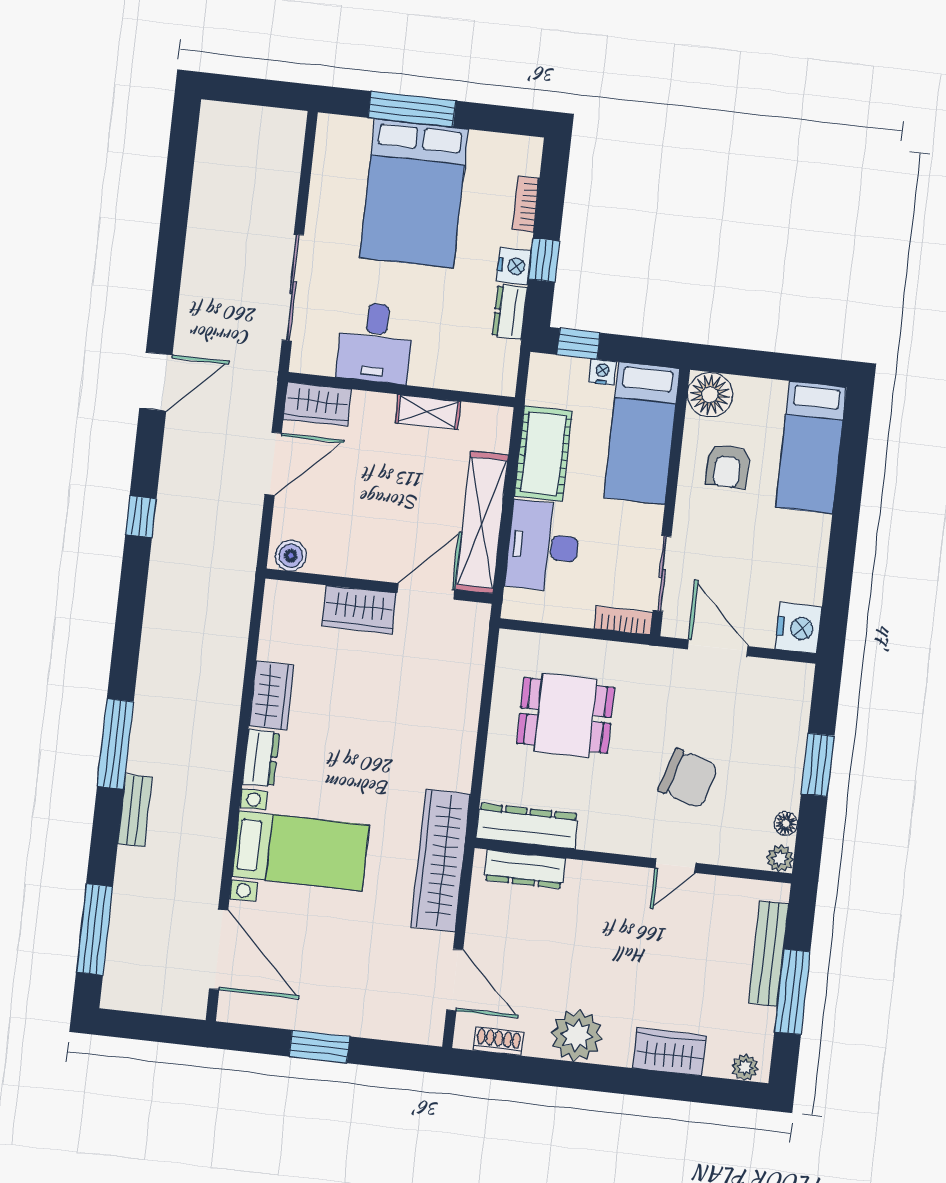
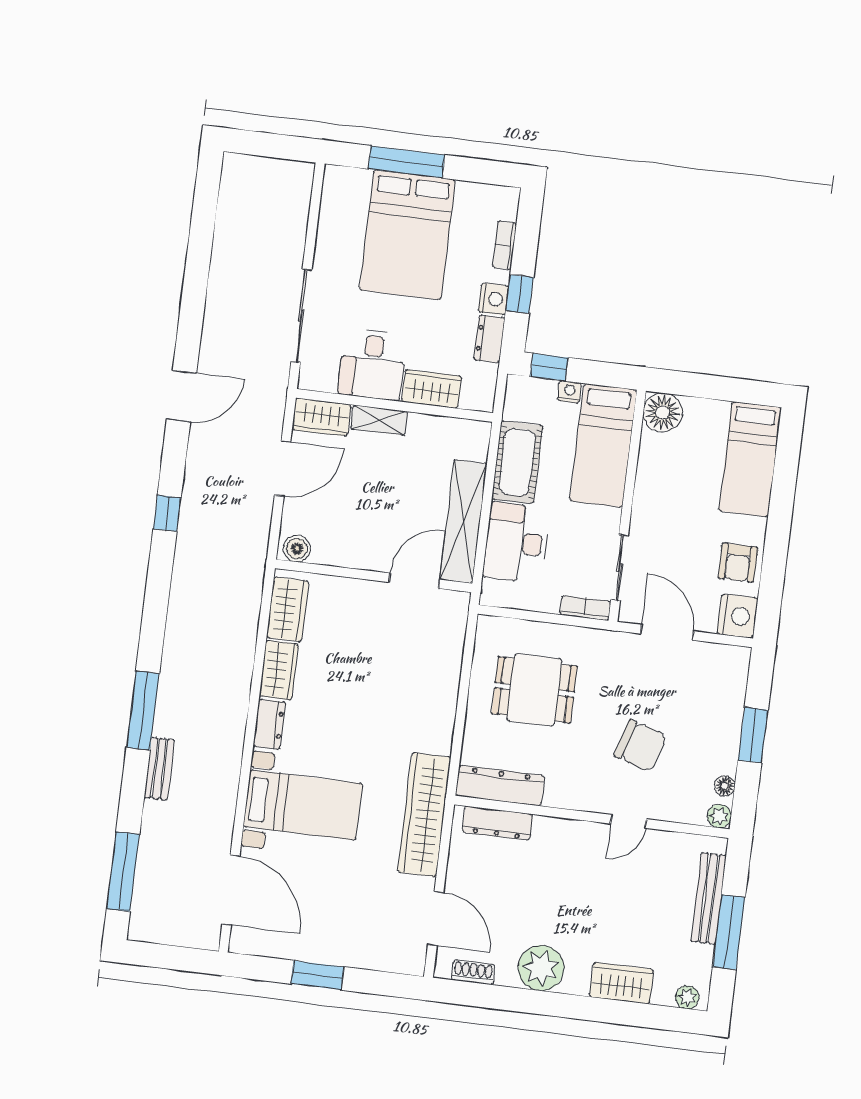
wardrobe: (444, 370) -> (432, 389), added
shelving: (428, 412) -> (379, 420), moved
armchair: (727, 466) -> (738, 563), moved
wardrobe: (359, 610) -> (288, 609), moved, turned -90

